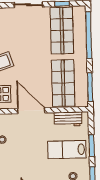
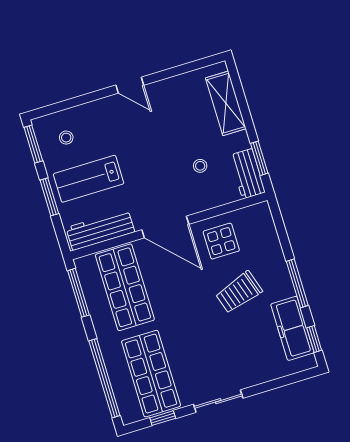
workbench: (68, 119) -> (100, 230), width x1.38
lab bench: (67, 150) -> (89, 179), turned 180

